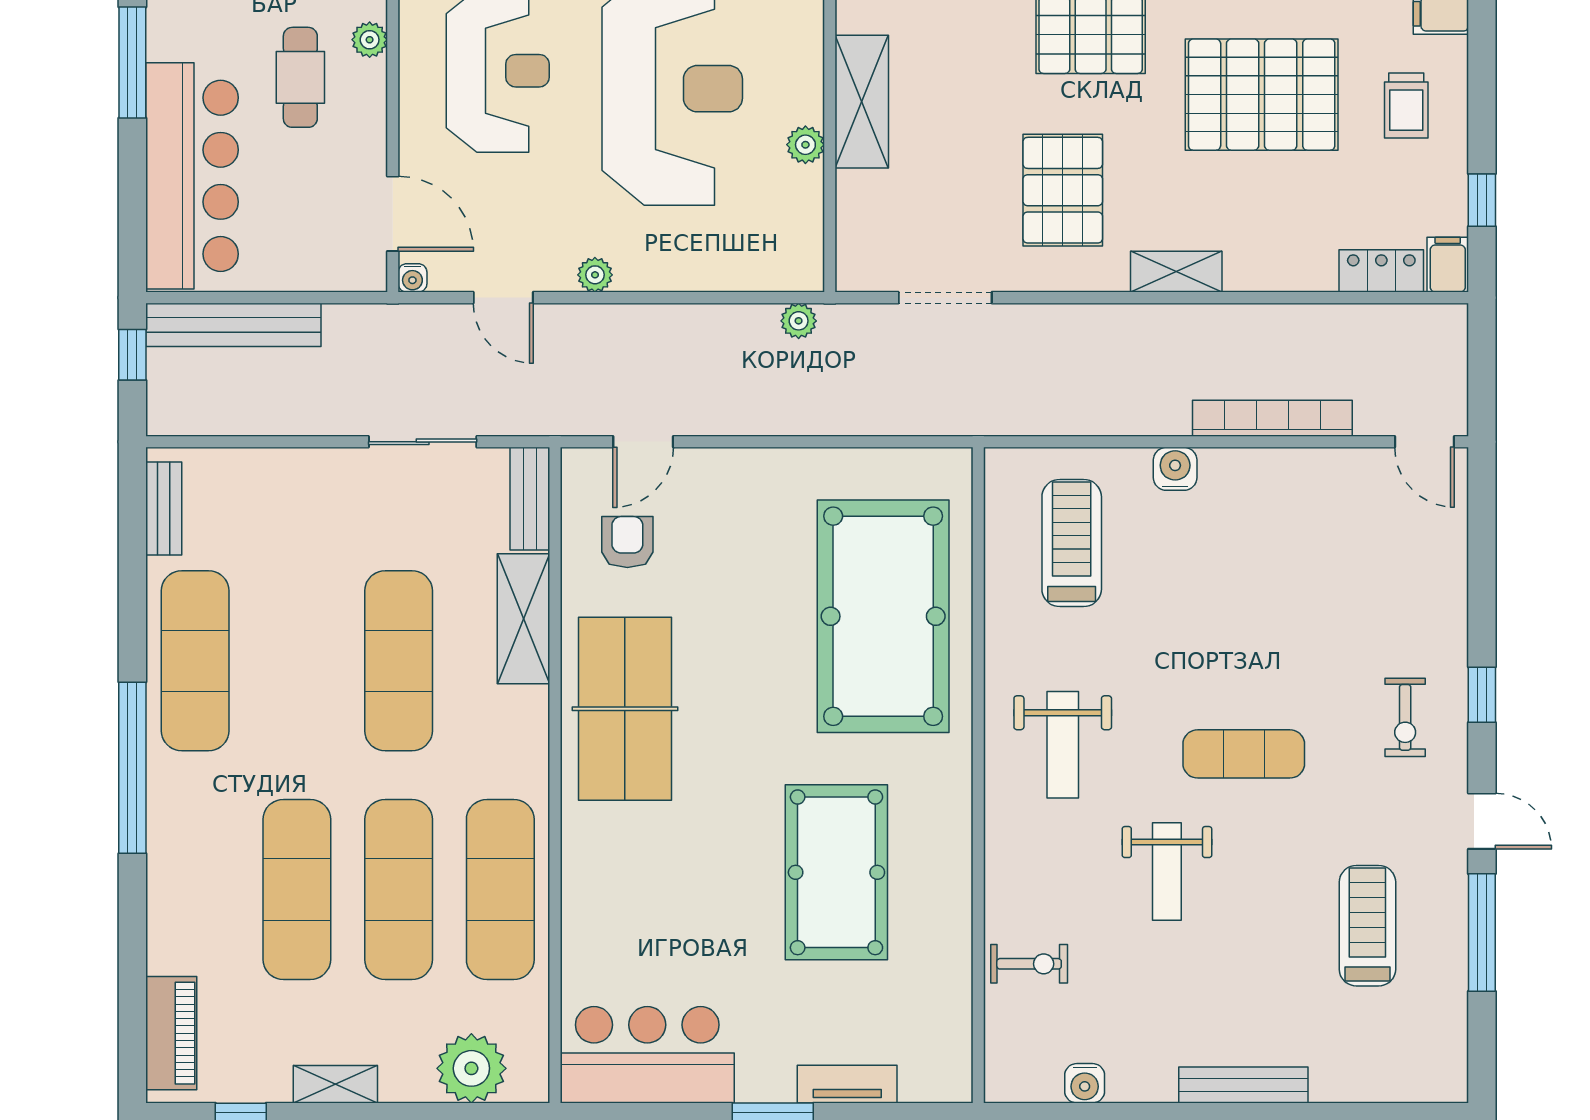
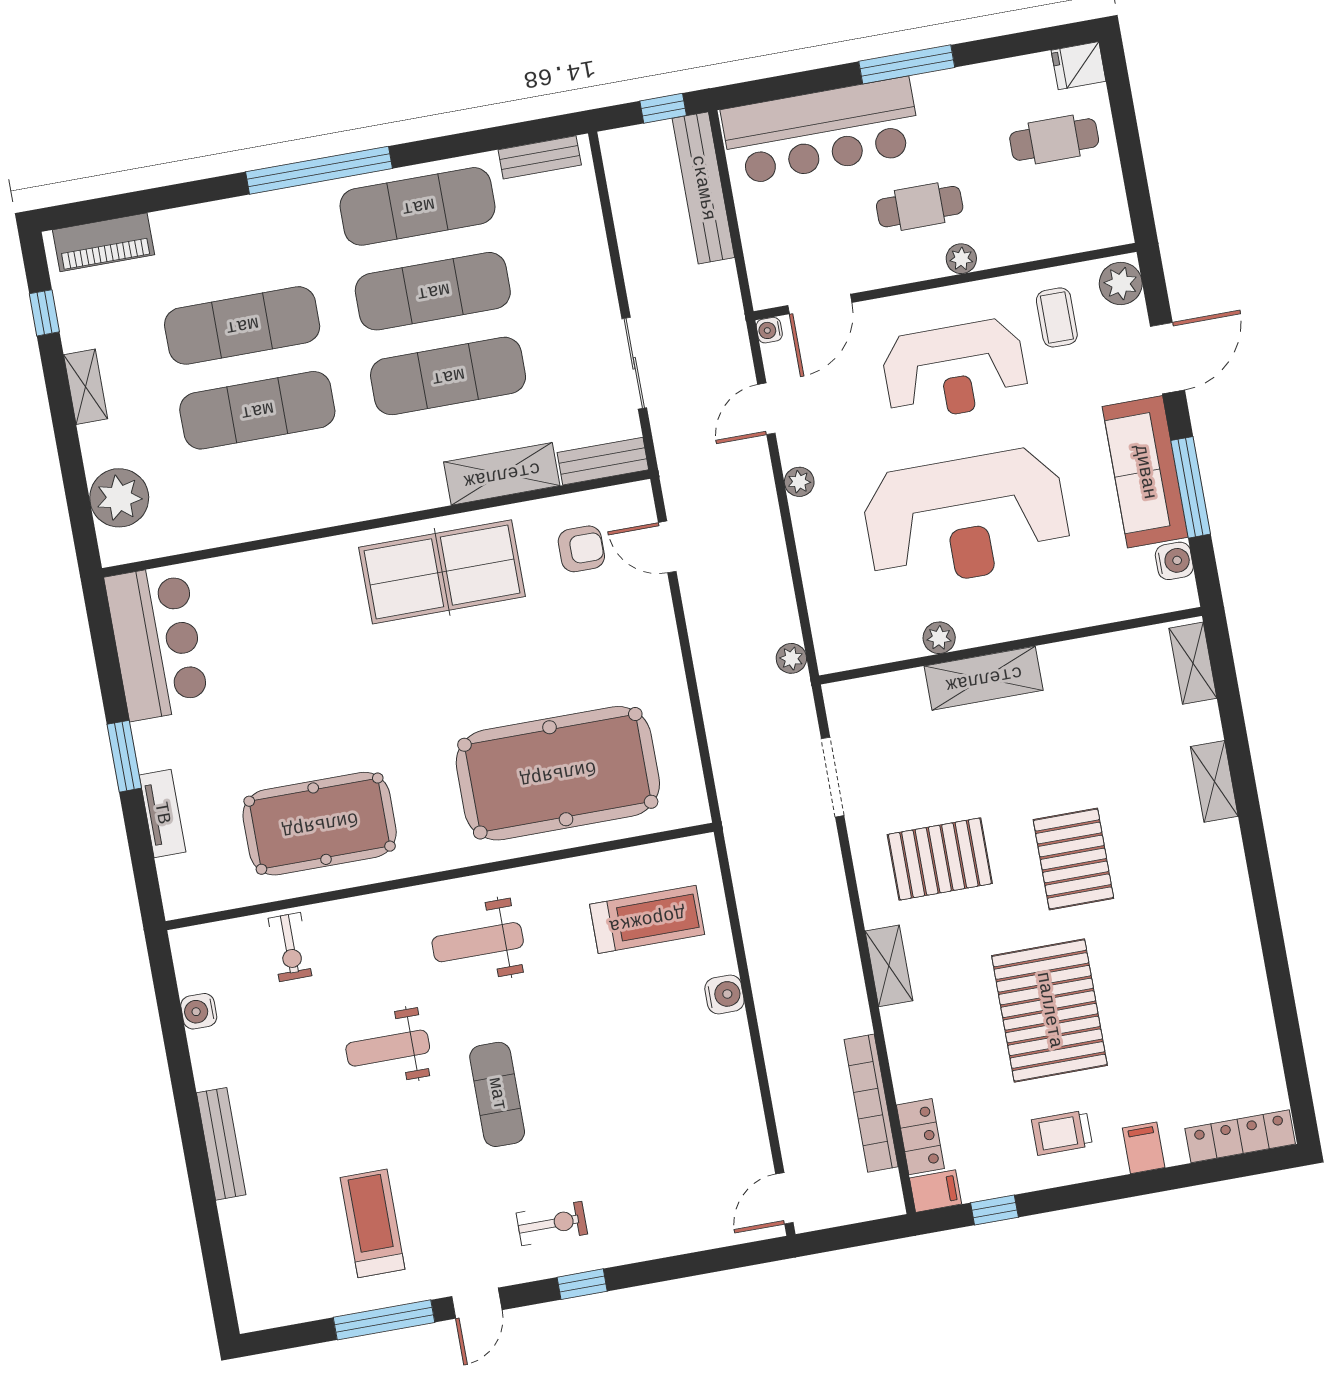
bookcase: (1272, 418) -> (871, 1103), moved, turned 180
exercise bike: (1405, 717) -> (552, 1224), turned 180
pool table: (836, 872) -> (320, 824), moved
exercise mat: (500, 889) -> (433, 291), moved
treadmill: (1367, 926) -> (372, 1223), turned -90

